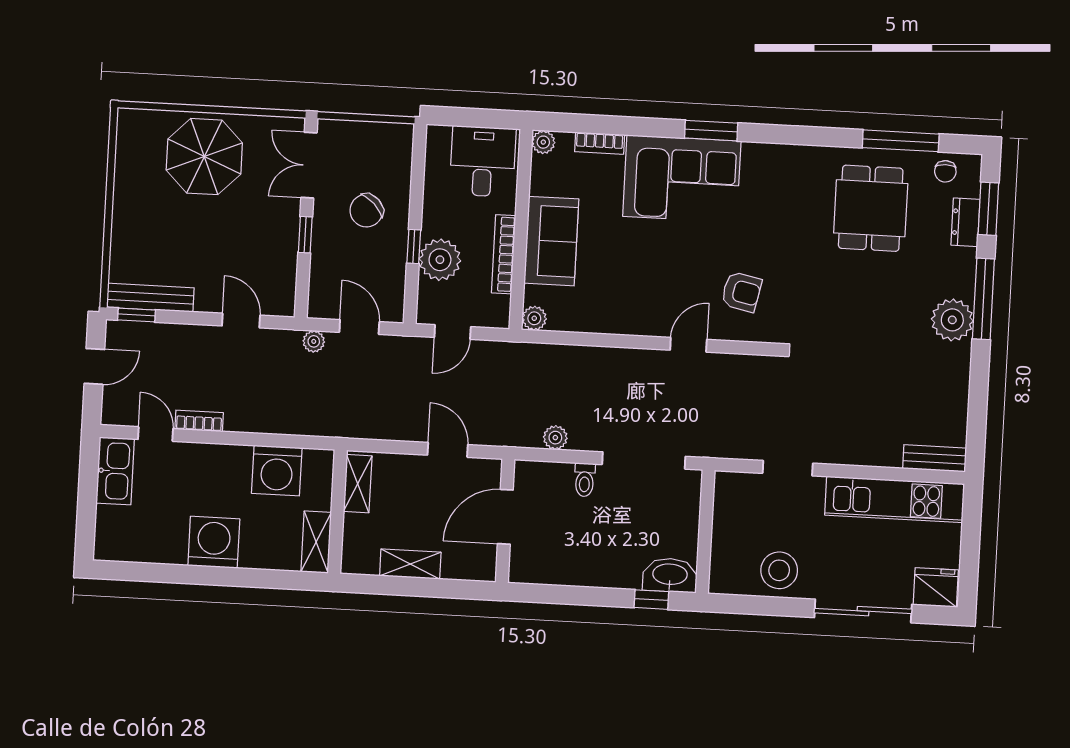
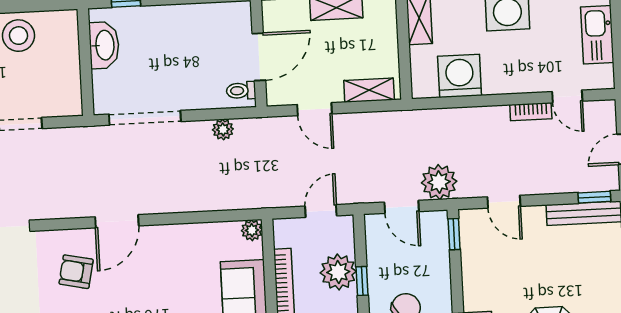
window: (305, 235) -> (454, 234), moved
plant: (314, 341) -> (439, 182), width x1.88, depth x1.88
door: (688, 345) -> (117, 221), width x1.38
kitchen sink: (115, 471) -> (597, 35), moved
toilet: (585, 480) -> (241, 91), moved, turned -90
shelving: (358, 484) -> (369, 90), moved, turned 90
washbasin: (670, 575) -> (104, 45), moved, turned -90

